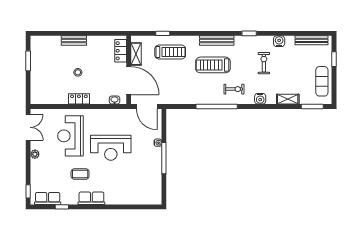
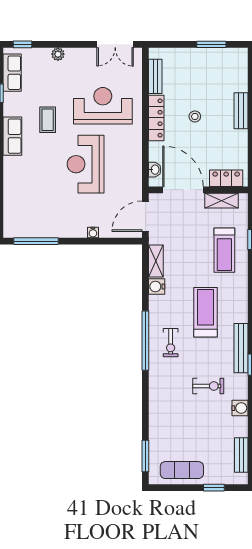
bench: (312, 40) -> (241, 455), width x0.73
bench: (217, 41) -> (241, 348), moved
door: (129, 81) -> (183, 190), swing flipped
locker: (79, 99) -> (156, 118), width x1.53
water cooler: (260, 99) -> (157, 286), moved
shelving: (288, 99) -> (156, 261), moved
bench: (50, 100) -> (155, 76), added
window: (217, 106) -> (145, 341), moved
plant: (35, 154) -> (58, 54), moved
window: (164, 158) -> (36, 241), moved

